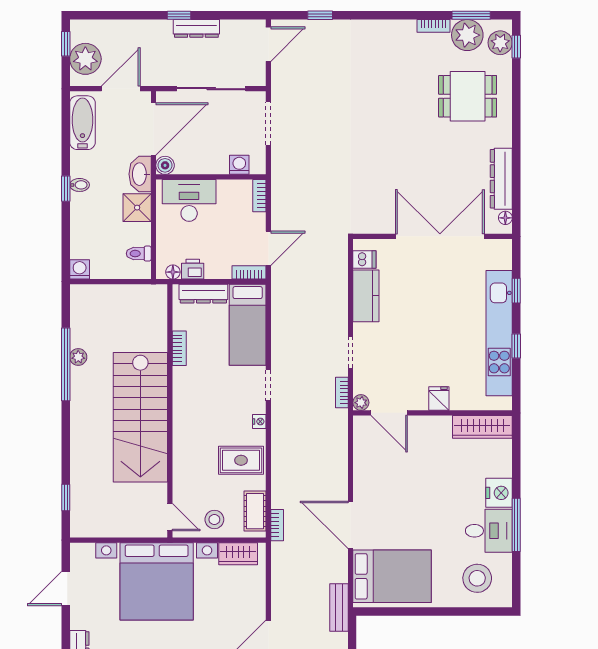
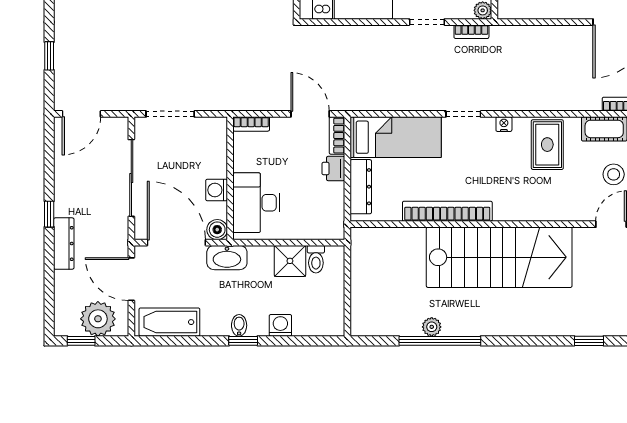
dresser: (196, 28) -> (64, 244), moved
door: (268, 44) -> (81, 114), swing flipped
washing machine: (239, 165) -> (217, 190), moved
shower: (137, 208) -> (290, 261), moved
washing machine: (80, 269) -> (280, 325), moved, turned 90
printer: (193, 269) -> (333, 169), moved
floor lamp: (173, 272) -> (337, 221), removed
bookcase: (179, 348) -> (447, 211), width x2.31, depth x1.31

